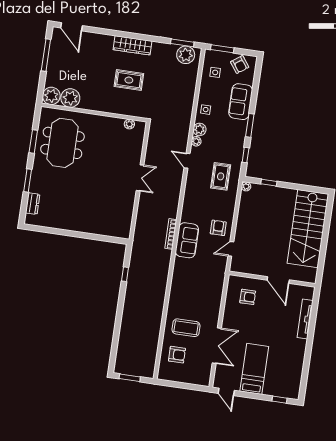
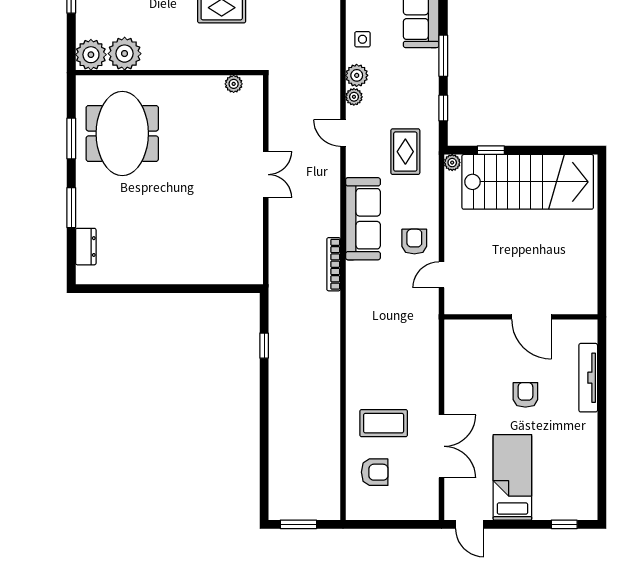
stairs: (308, 229) -> (528, 182), moved, turned -90
sofa: (187, 240) -> (363, 219), moved, width x1.36
armchair: (248, 297) -> (525, 395), moved, turned -90

